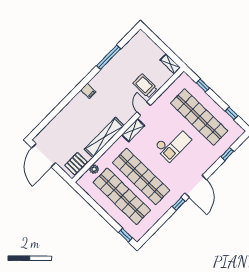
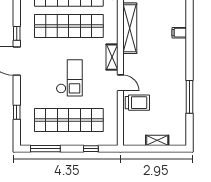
shelving: (170, 64) -> (157, 140), moved
filing cabinet: (88, 91) -> (179, 33), moved
window: (232, 113) -> (45, 149), width x2.17
checkout: (173, 143) -> (69, 78), turned 180

